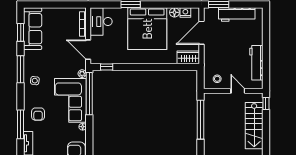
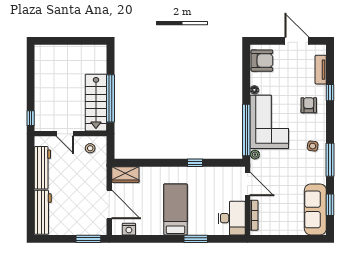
floor lamp: (174, 12) -> (142, 229), removed
workbench: (237, 14) -> (43, 212), moved, turned 90
bed: (147, 29) -> (175, 209), width x0.49
door: (202, 33) -> (109, 205), hinge flipped
window: (107, 67) -> (195, 163), moved
window: (21, 124) -> (330, 93), width x0.46
stairs: (254, 126) -> (96, 103), moved, turned 180

